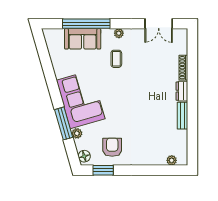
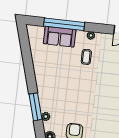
corner sofa: (81, 100) -> (52, 88), removed

